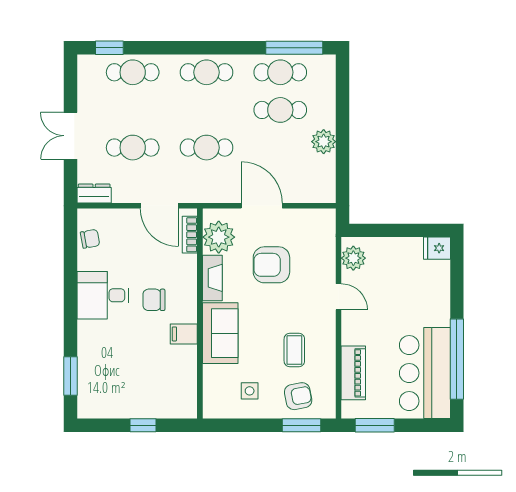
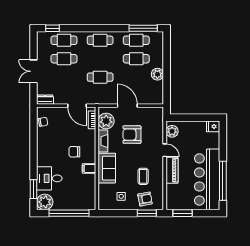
cafe table: (133, 148) -> (64, 59), moved
desk: (103, 295) -> (49, 178), moved
piano: (353, 373) -> (172, 170), moved
bar counter: (425, 373) -> (207, 179), width x1.36
plant: (93, 402) -> (45, 202), added
window: (143, 425) -> (69, 213), width x3.17

